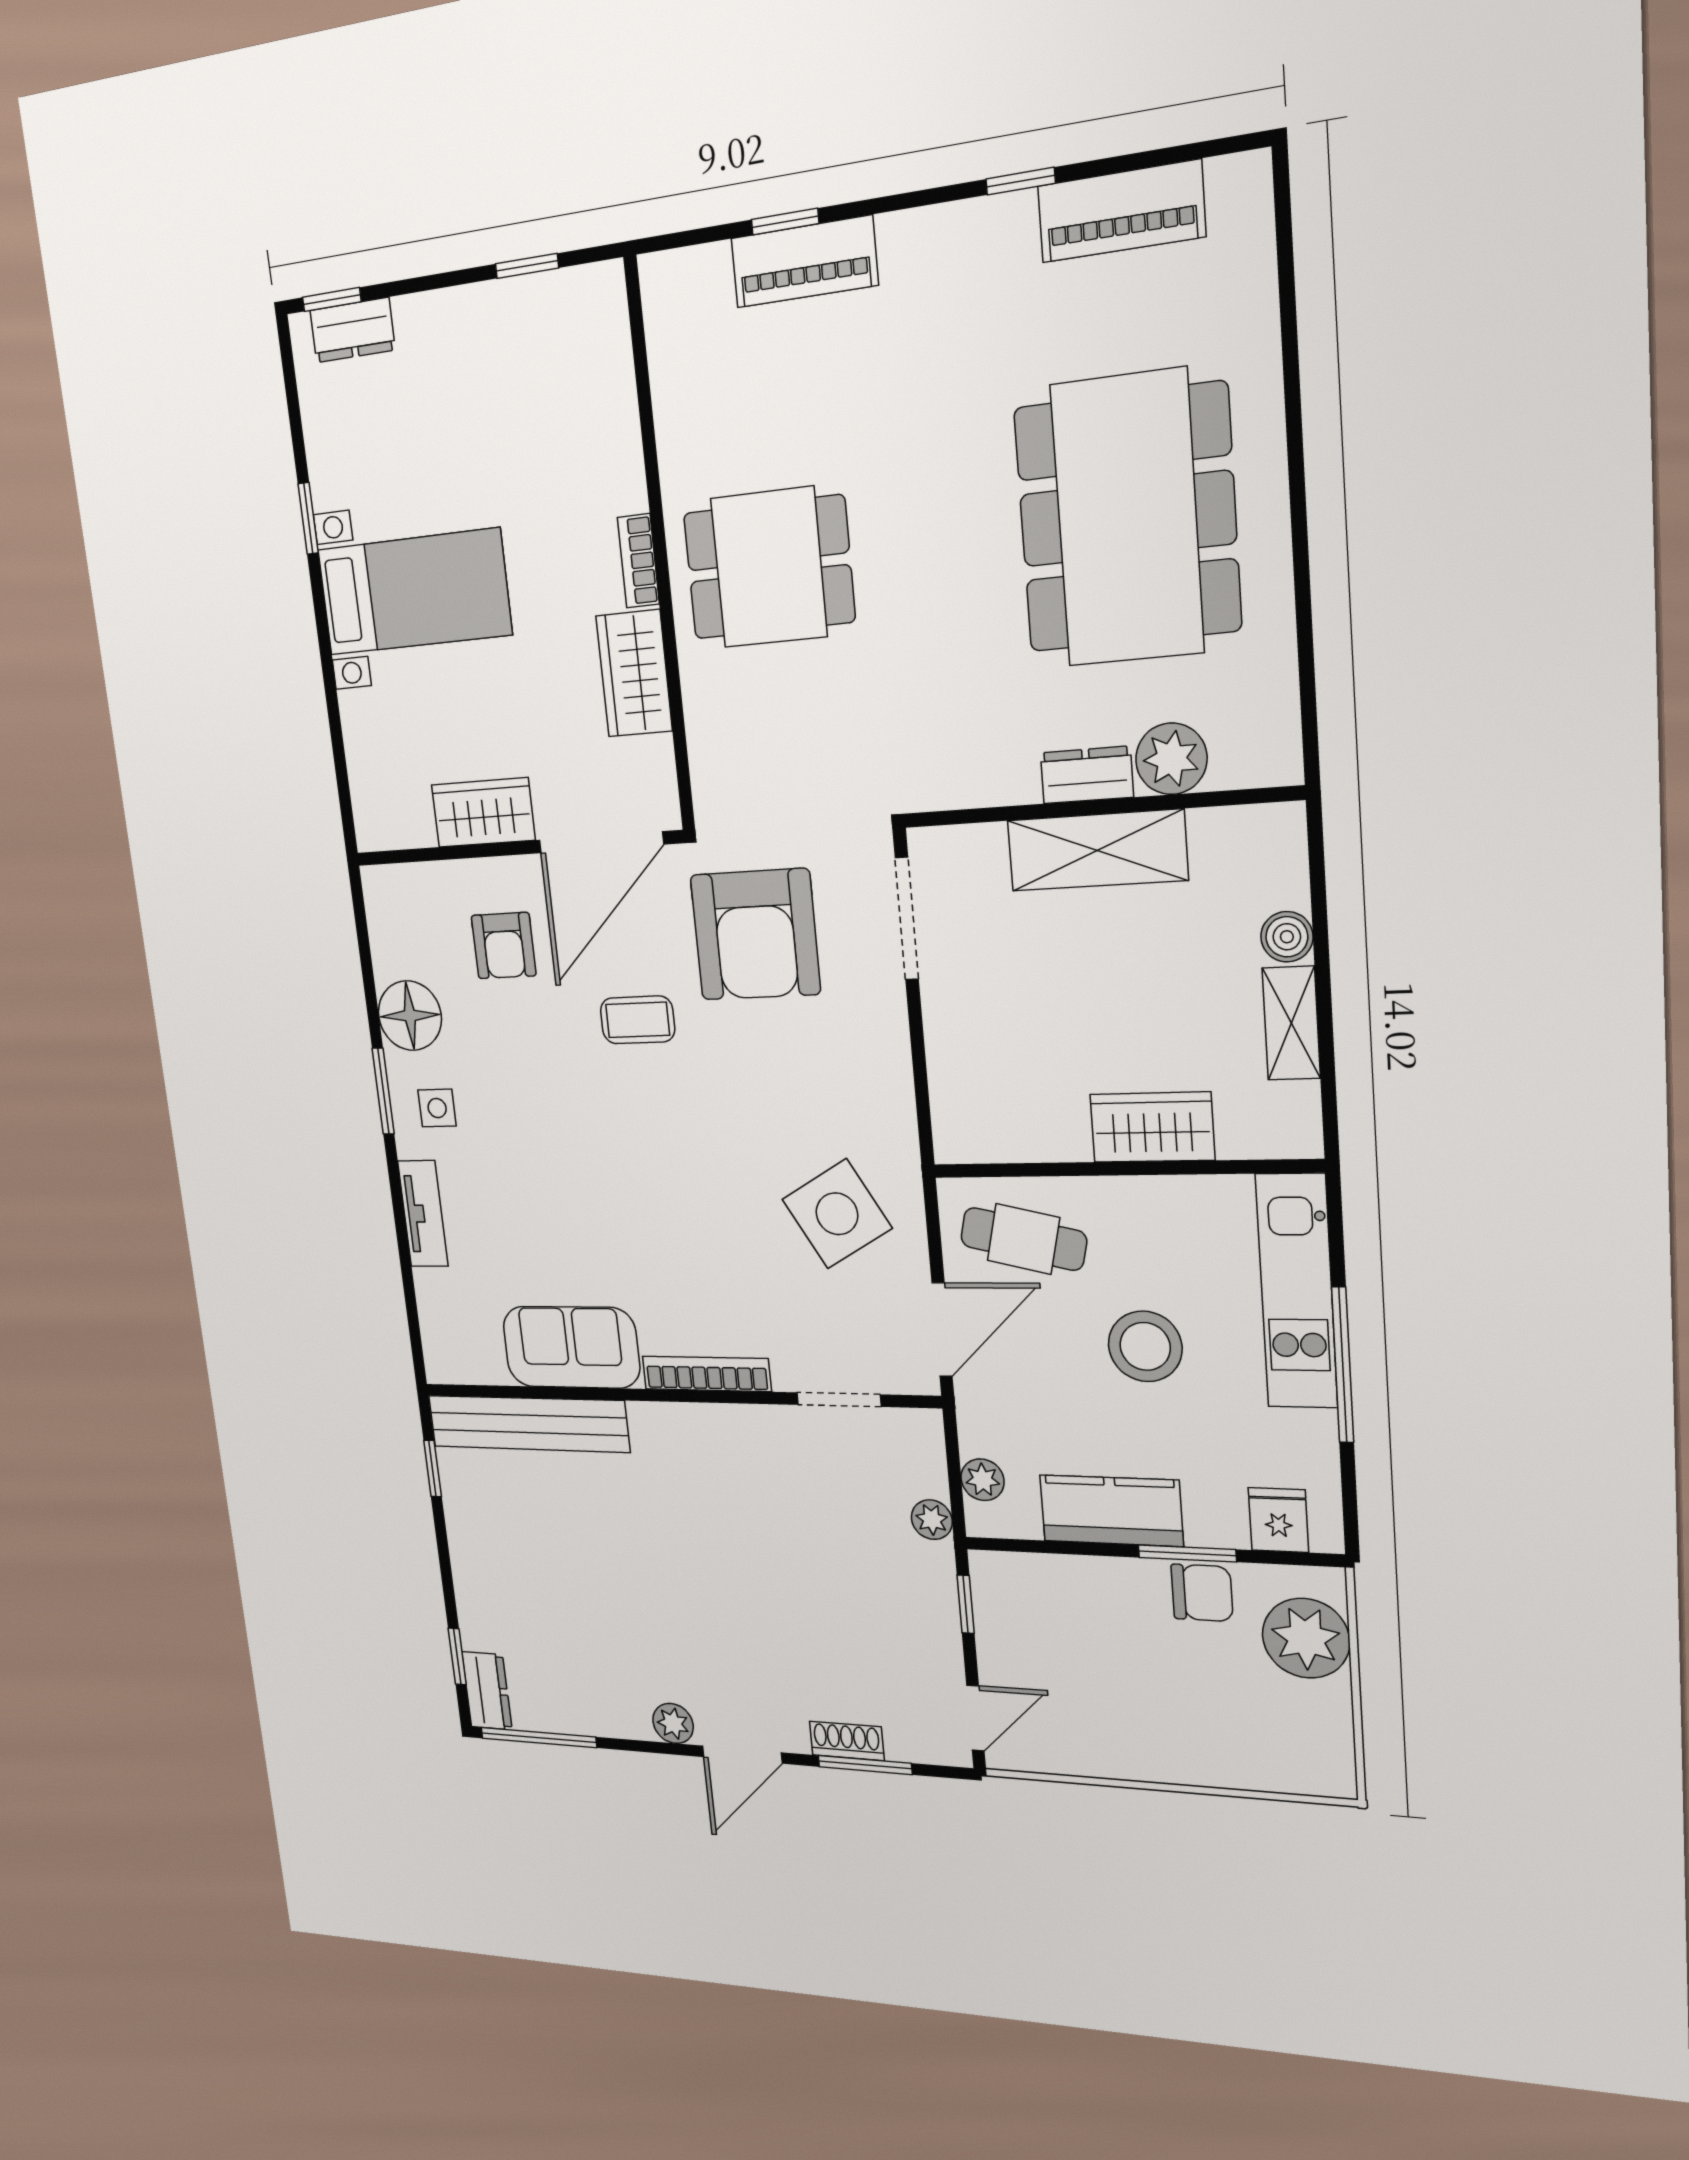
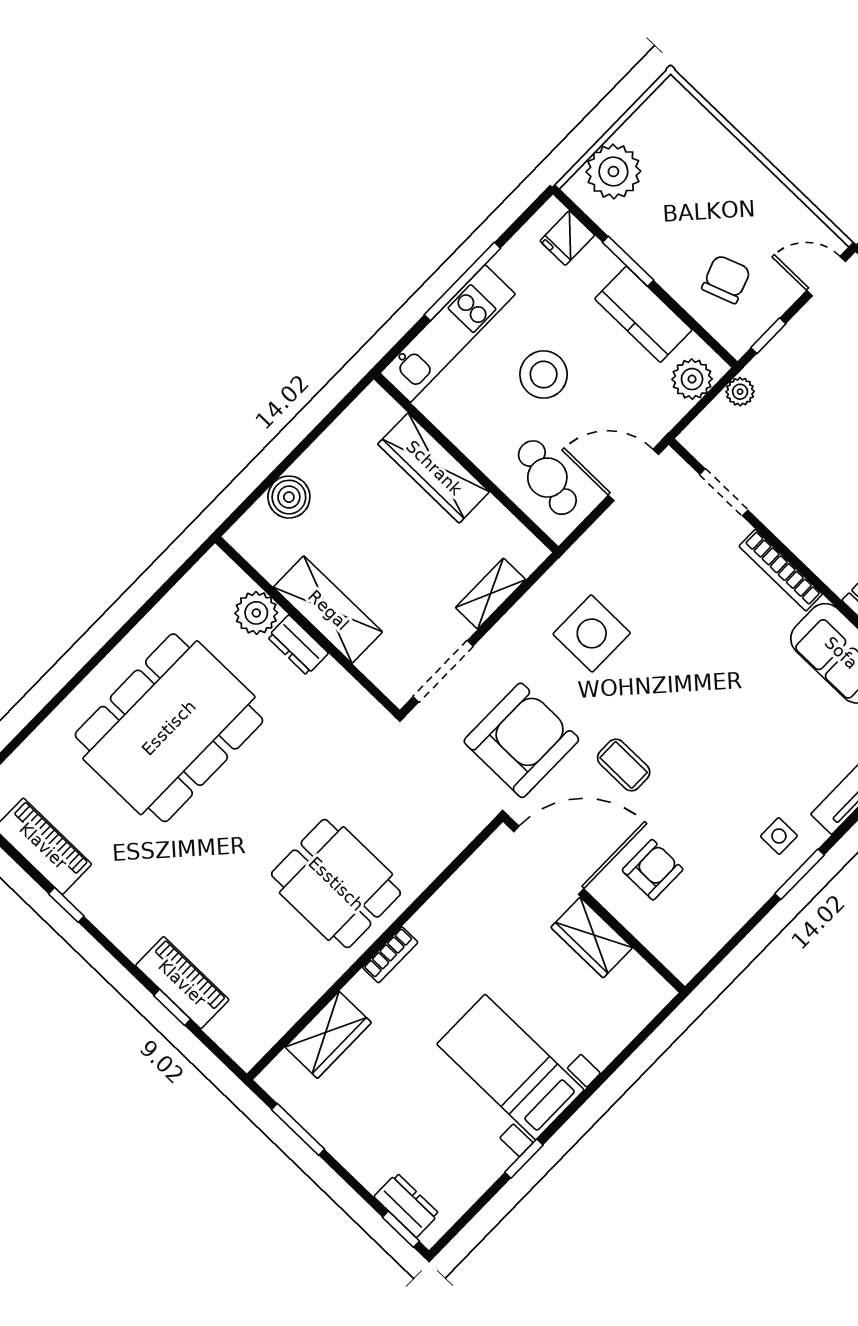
window: (527, 266) -> (298, 1129), width x1.50
wardrobe: (634, 673) -> (328, 1035), moved
boiler: (1287, 937) -> (289, 497), width x1.36, depth x1.36
floor lamp: (410, 1016) -> (741, 892), removed
shelving: (1291, 1023) -> (491, 594), moved
wardrobe: (1152, 1127) -> (434, 468), width x1.50
side table: (837, 1214) -> (592, 633), moved, turned 30
plant: (983, 1480) -> (692, 379), width x1.38, depth x1.38
chair: (1202, 1593) -> (726, 279), moved, turned 70

